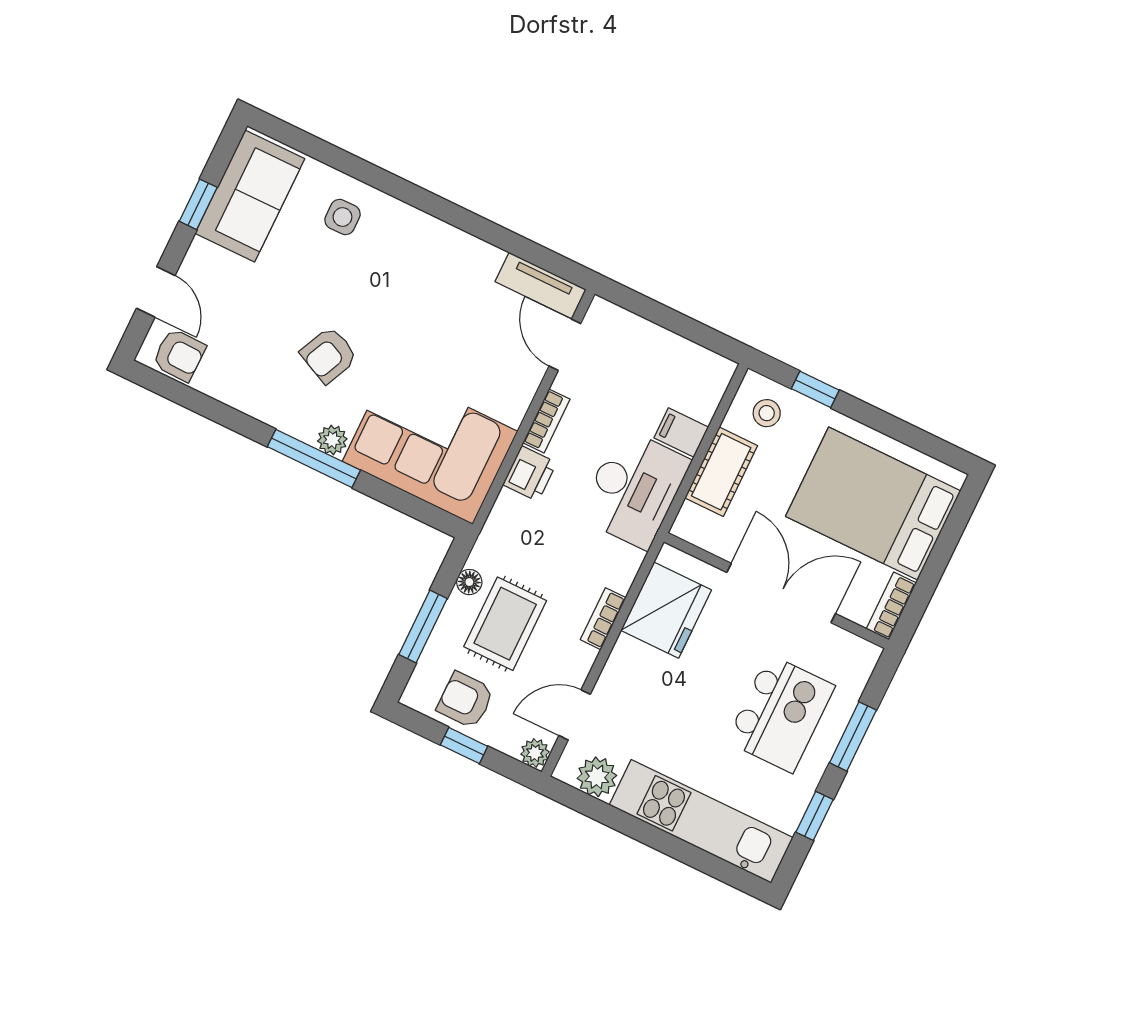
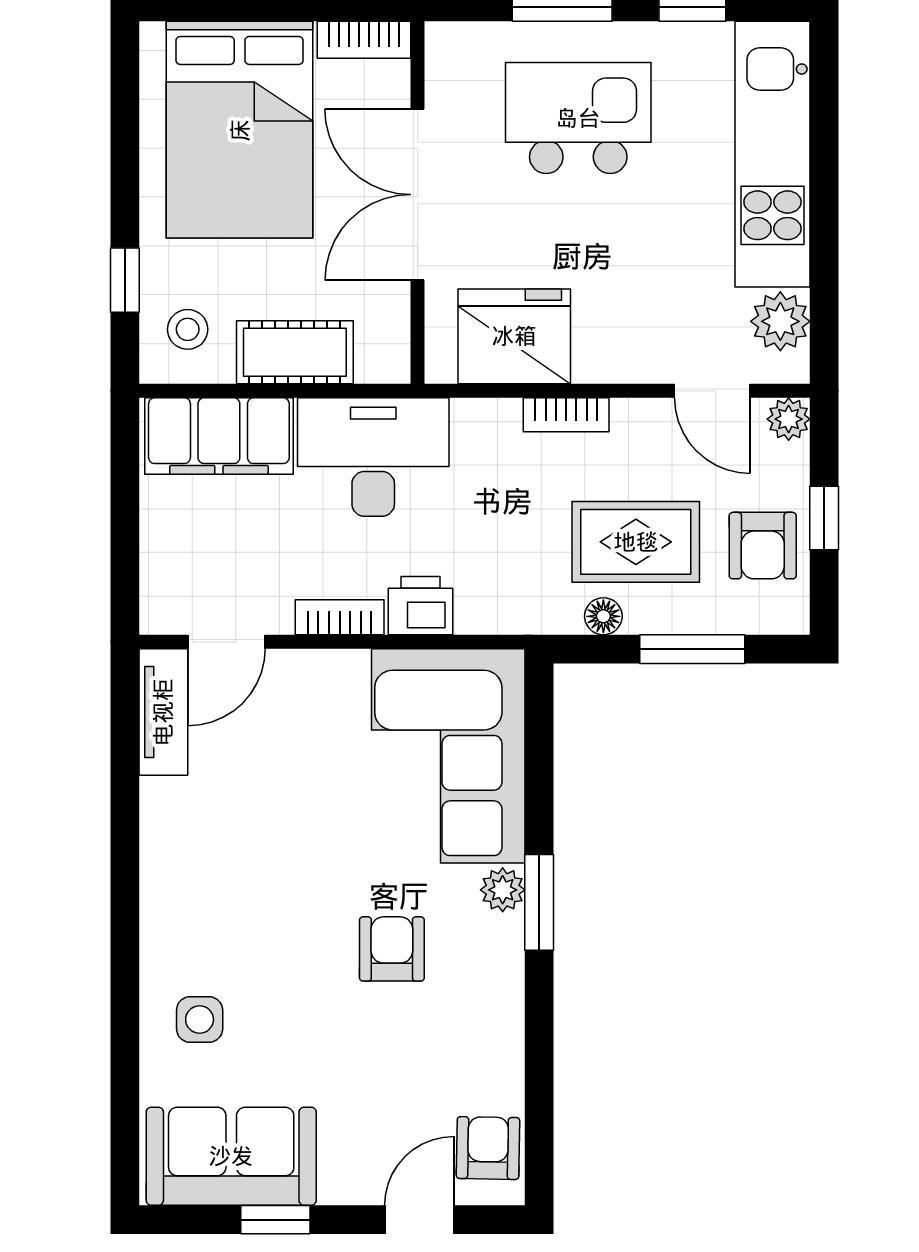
armchair: (329, 355) -> (392, 949), turned -115
filing cabinet: (681, 432) -> (219, 436), width x3.00, depth x1.17
window: (314, 458) -> (539, 902), width x0.69

